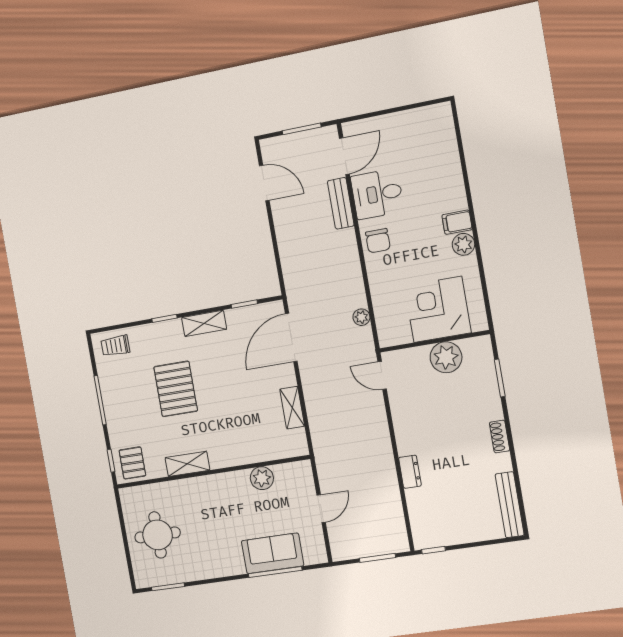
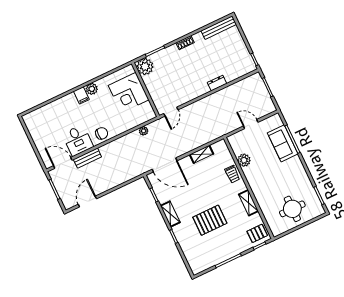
trolley: (115, 346) -> (232, 174), moved
plant: (446, 357) -> (145, 67), moved

